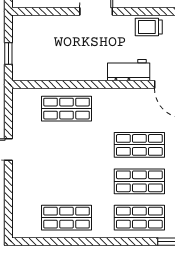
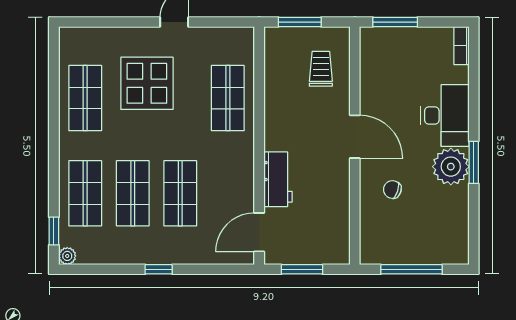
trolley: (149, 27) -> (321, 69), moved
window: (8, 54) -> (300, 22), width x1.50
display table: (55, 170) -> (147, 83), added

